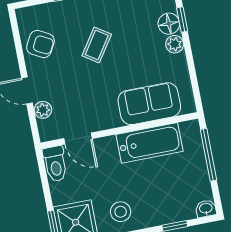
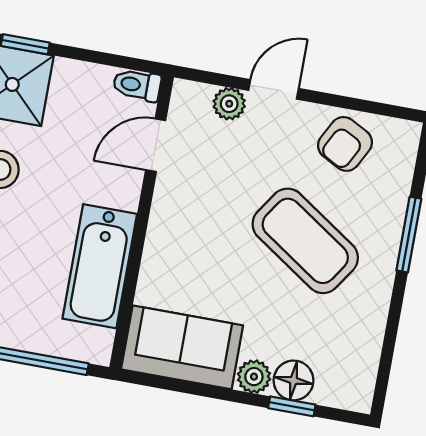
coffee table: (97, 45) -> (305, 241), width x1.86, depth x1.72
sofa: (149, 104) -> (182, 347), moved, turned -90
toilet: (55, 164) -> (137, 85), width x0.73, depth x0.72

